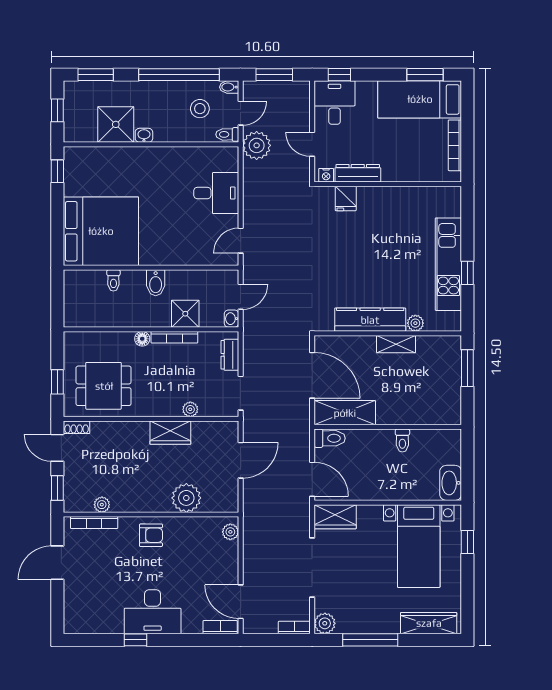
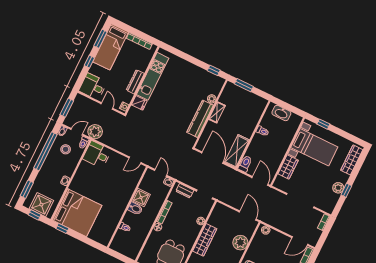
window: (339, 75) -> (89, 62), moved
door: (241, 113) -> (77, 132), hinge flipped
shower: (116, 124) -> (41, 205), moved
door: (312, 144) -> (107, 106), swing flipped
dresser: (358, 173) -> (135, 82), moved
desk: (216, 193) -> (97, 155), moved, turned -90
bed: (101, 231) -> (77, 213), moved, turned 90
door: (241, 241) -> (135, 160), hinge flipped
kitchen unit: (448, 264) -> (153, 76), moved, turned -90
window: (467, 273) -> (214, 70), moved
shower: (185, 314) -> (141, 197), moved
door: (312, 375) -> (212, 158), hinge flipped
wardrobe: (170, 433) -> (205, 240), width x1.50
door: (241, 460) -> (248, 215), moved
door: (312, 479) -> (260, 181), hinge flipped
washbasin: (451, 483) -> (281, 113), moved
wardrobe: (335, 517) -> (288, 167), moved
plant: (325, 623) -> (338, 188), moved
window: (370, 640) -> (346, 190), width x0.46

